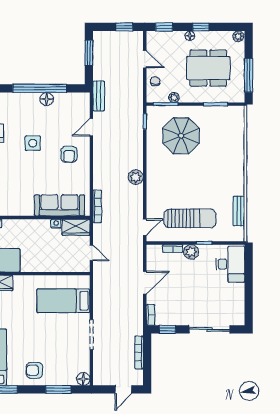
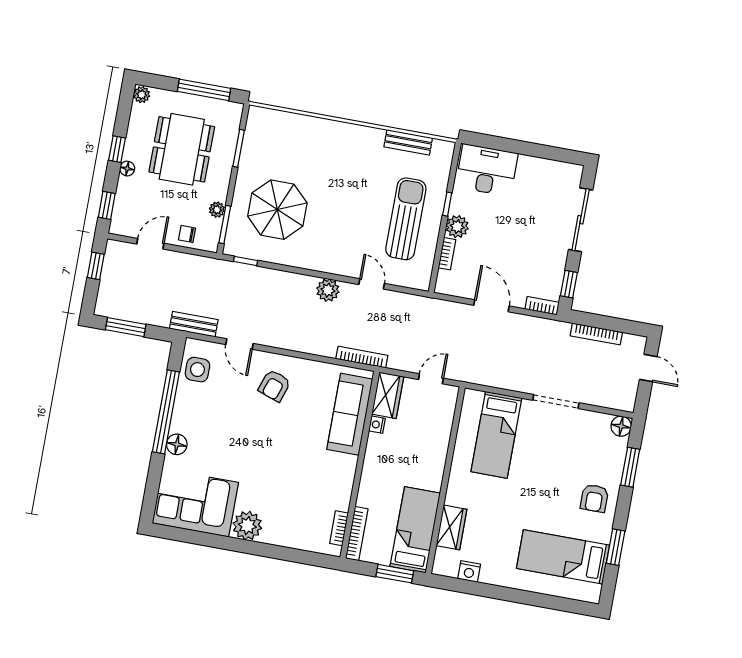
floor lamp: (47, 99) -> (177, 444), moved
side table: (33, 143) -> (197, 370), moved
armchair: (69, 154) -> (275, 386), turned 109
door: (145, 227) -> (372, 284), moved

